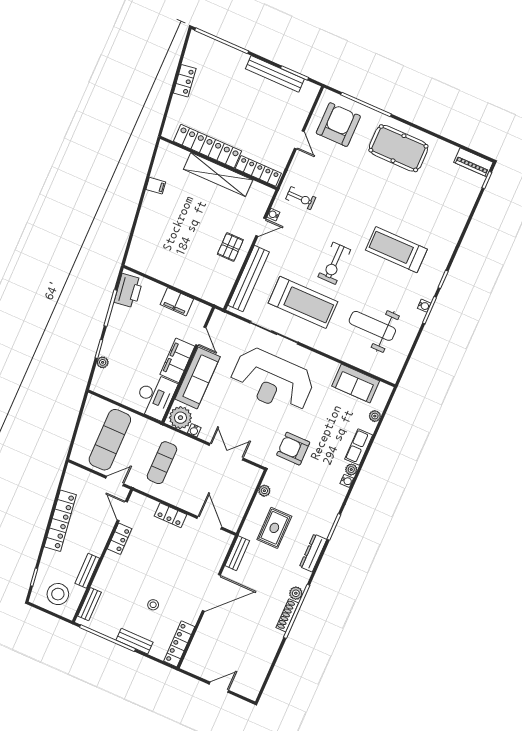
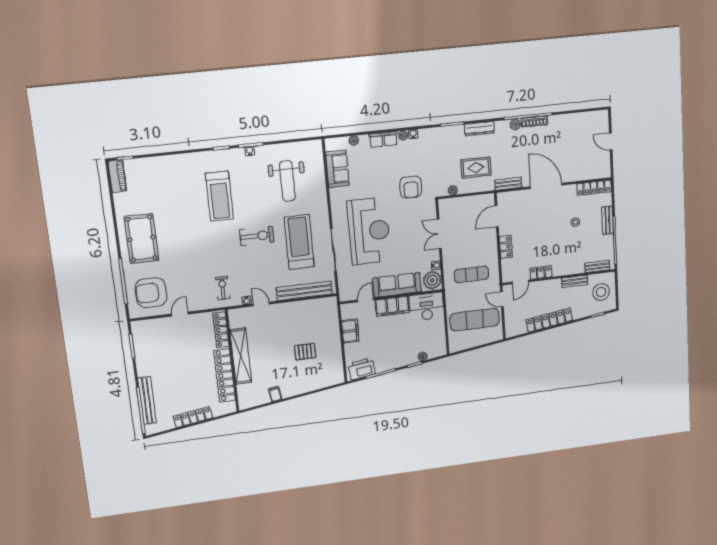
bench: (275, 74) -> (147, 400), moved
locker: (185, 81) -> (193, 417), width x1.53
pallet: (230, 247) -> (305, 352), moved

